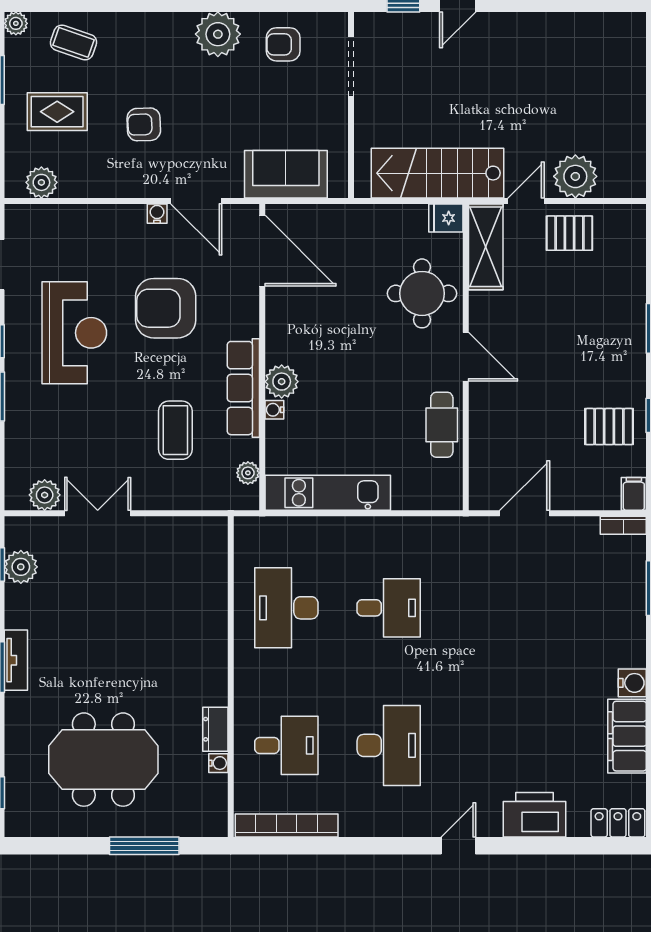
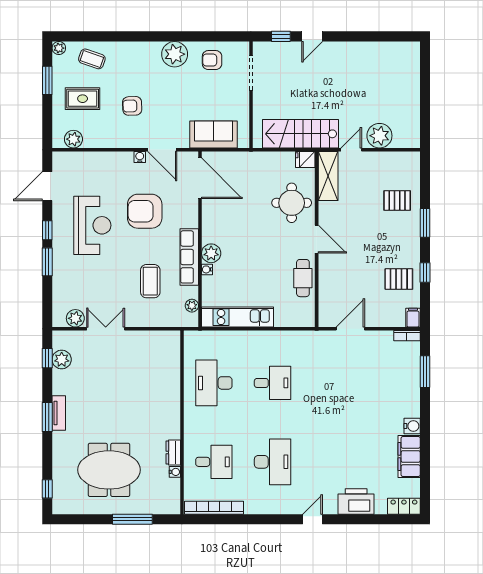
pallet: (569, 233) -> (397, 200), moved

